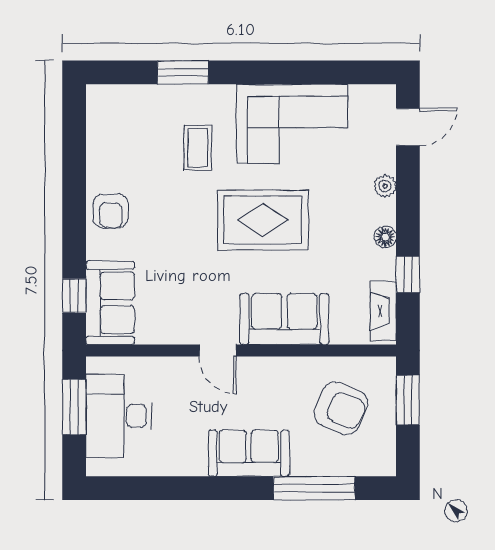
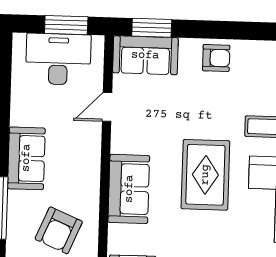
armchair: (111, 211) -> (216, 58), turned 180
window: (74, 296) -> (152, 28), width x1.50
door: (218, 351) -> (107, 107), moved

